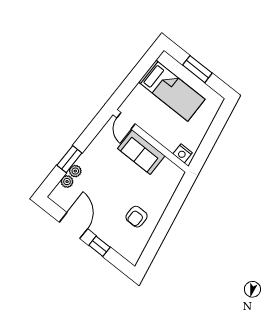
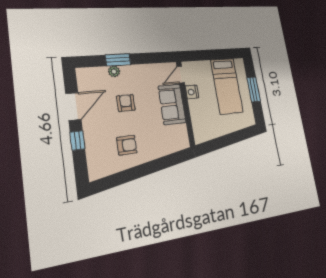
nightstand: (183, 153) -> (192, 92), moved
plant: (67, 182) -> (101, 72), removed
armchair: (106, 186) -> (126, 103), added
armchair: (137, 217) -> (127, 145), turned 180

